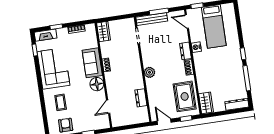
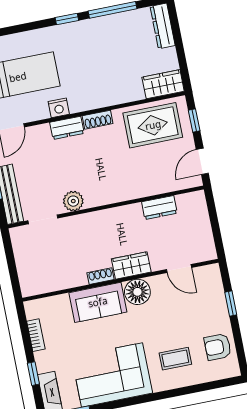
wardrobe: (103, 32) -> (131, 265), moved
plant: (149, 72) -> (73, 201), moved

